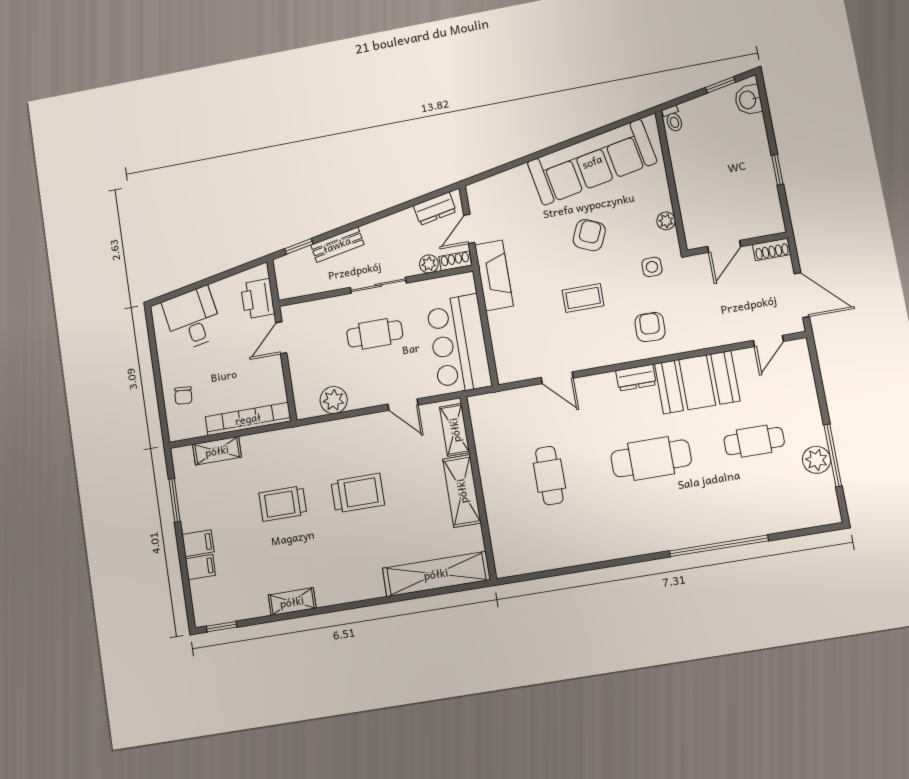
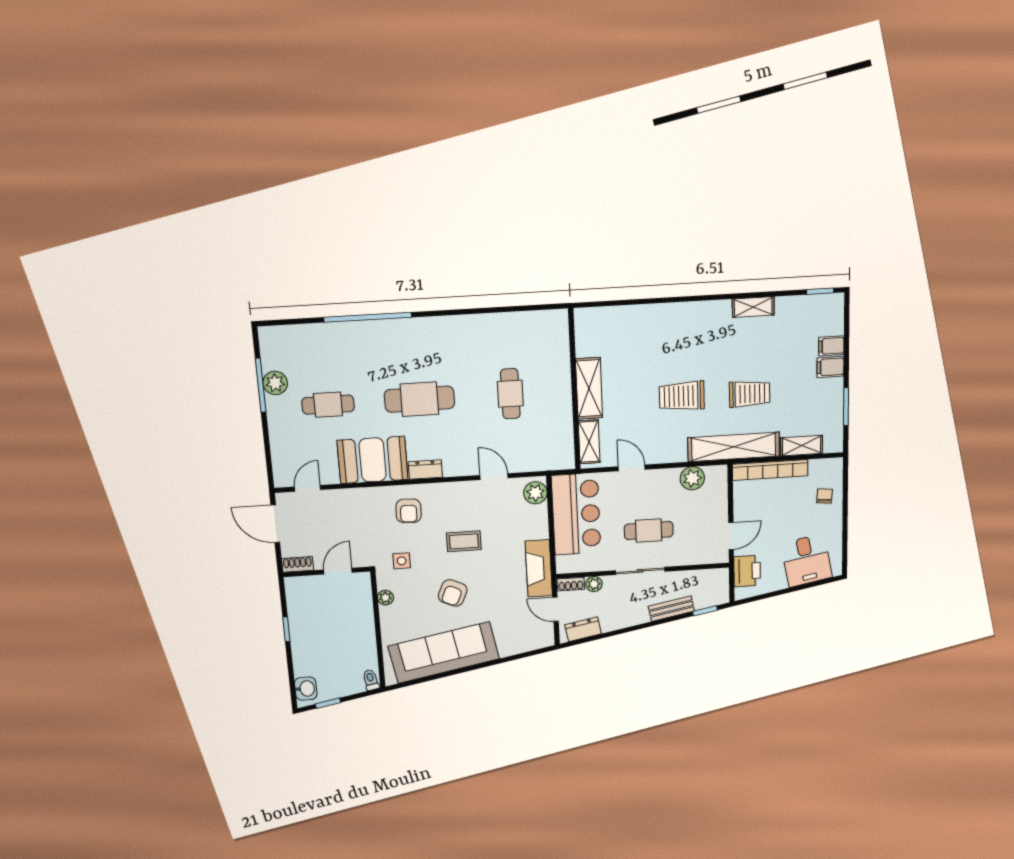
door: (469, 229) -> (555, 609), swing flipped
plant: (508, 364) -> (535, 493), added
shelving: (436, 574) -> (734, 447), moved

